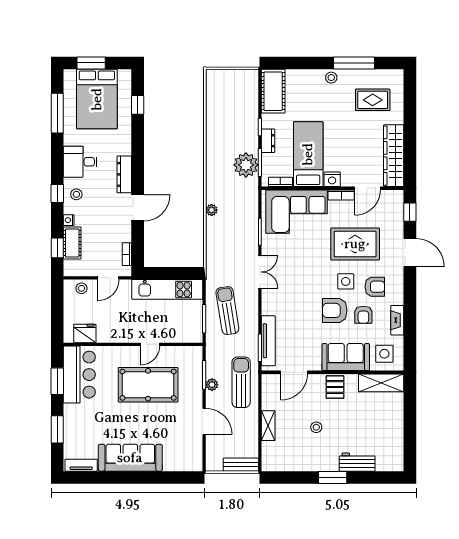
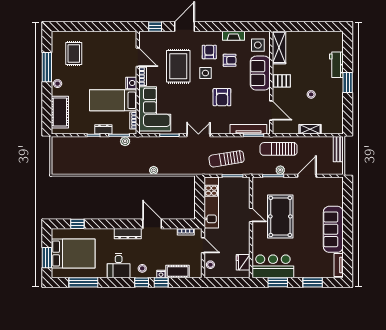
cot: (273, 91) -> (60, 112), moved, turned 90
wardrobe: (394, 156) -> (114, 38), removed
plant: (246, 165) -> (125, 141), width x0.53, depth x0.53
window: (57, 248) -> (161, 282), moved
armchair: (335, 310) -> (222, 97), moved

